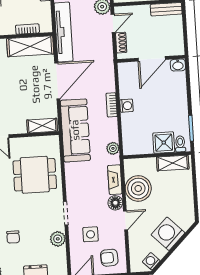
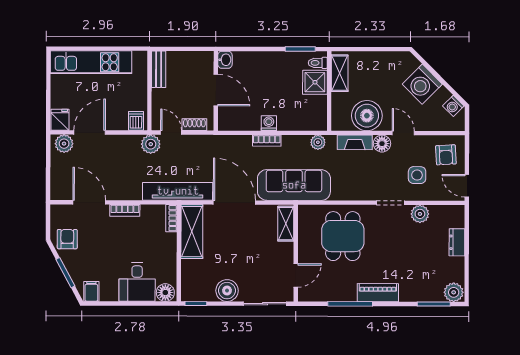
bookcase: (27, 29) -> (171, 218), moved
chair: (13, 237) -> (414, 266), removed

